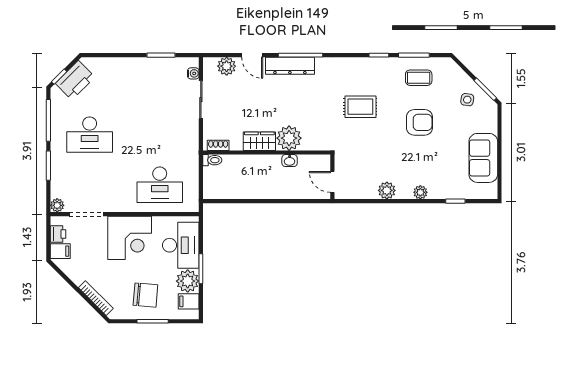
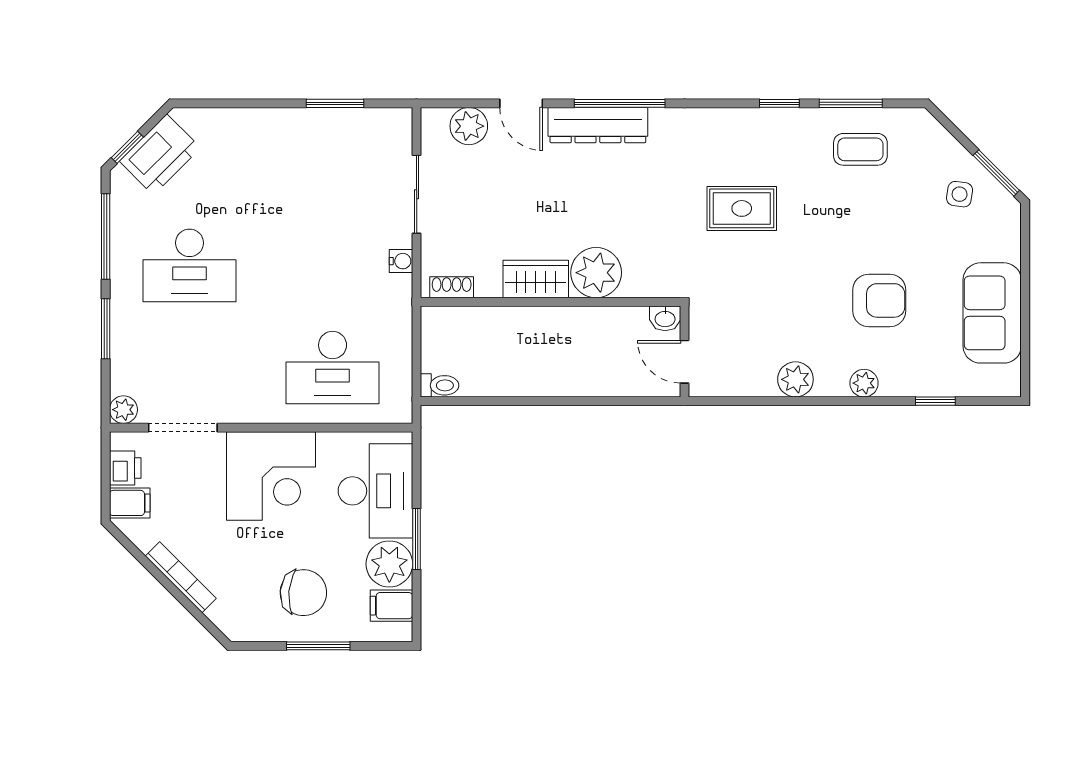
water cooler: (193, 73) -> (401, 261), moved
armchair: (419, 122) -> (879, 300), moved
toilet: (212, 160) -> (440, 385), moved
washbasin: (290, 161) -> (665, 318), moved
bookcase: (96, 298) -> (181, 577), moved

